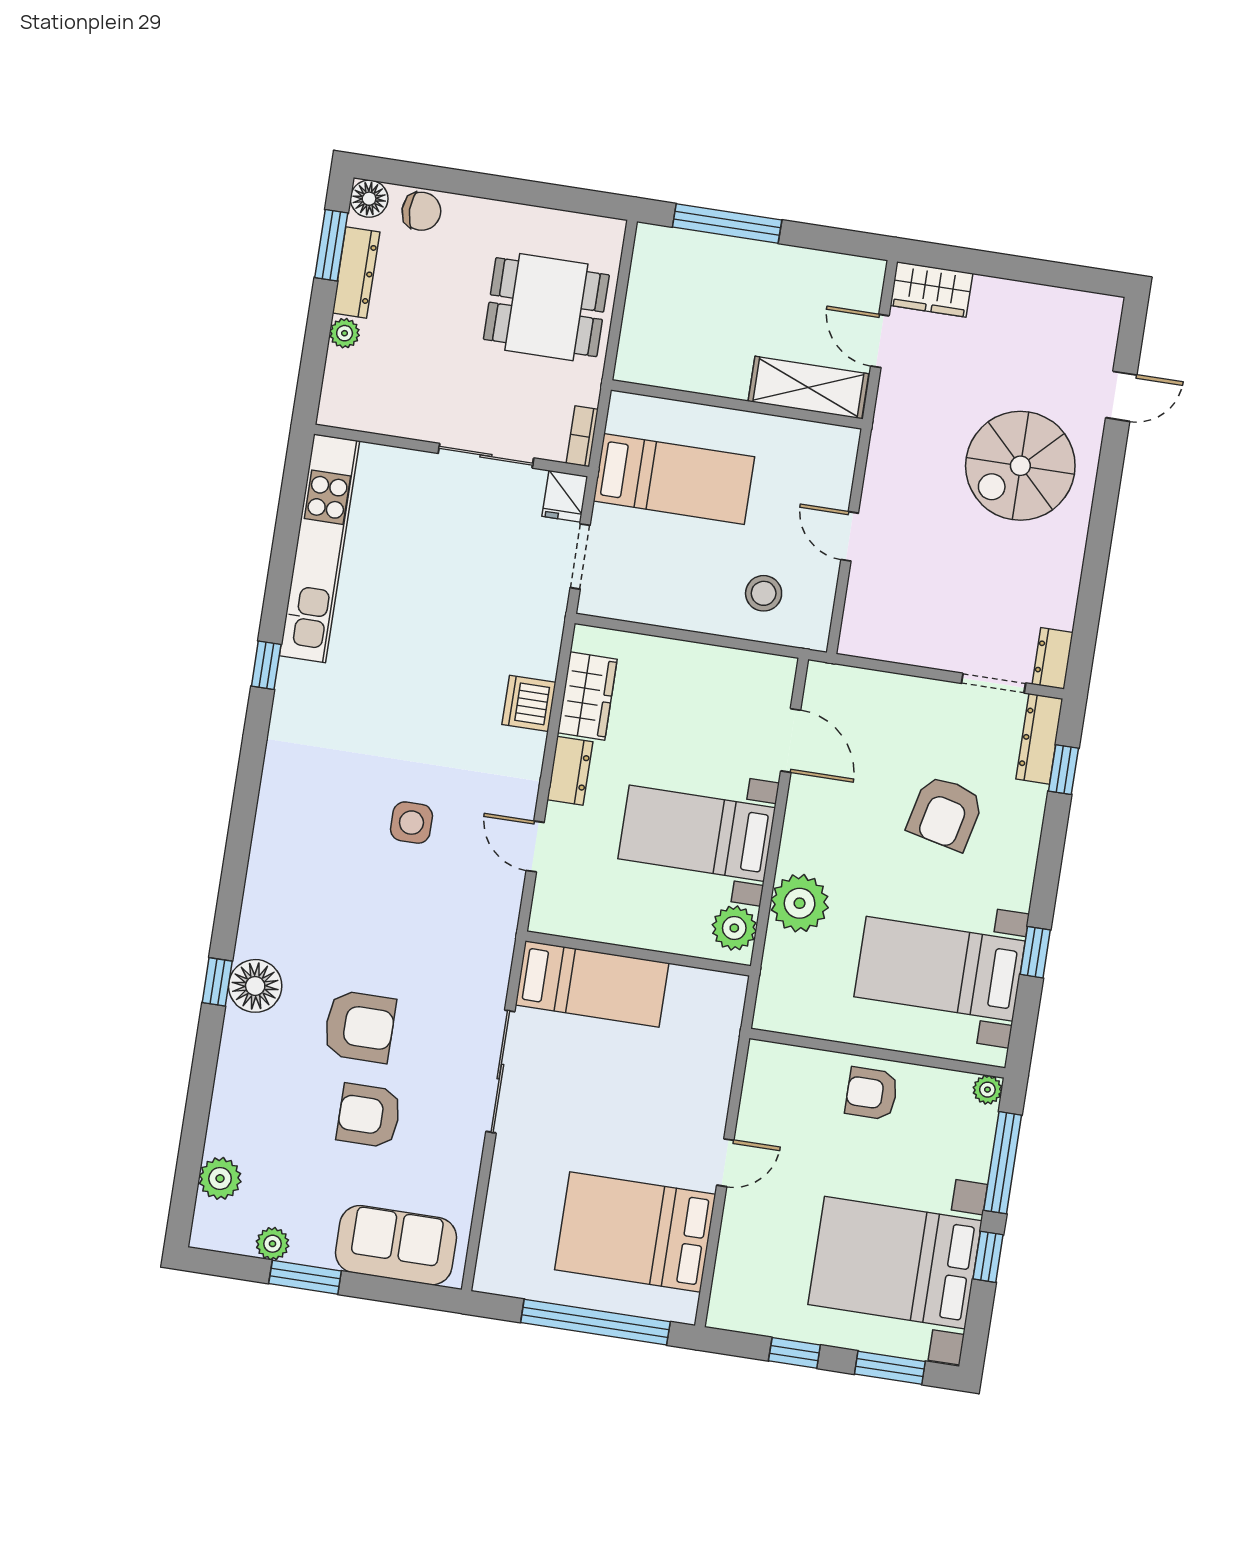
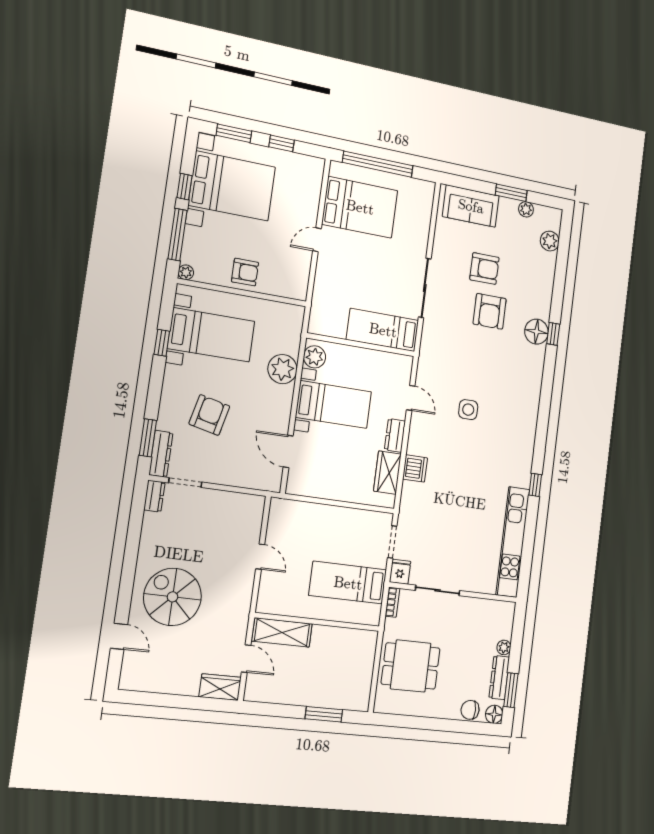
window: (727, 223) -> (324, 714), width x0.69
door: (1121, 396) -> (119, 636), swing flipped
spiral stairs: (1020, 466) -> (172, 597), turned -90
stool: (764, 593) -> (303, 526), removed
window: (1064, 770) -> (148, 438), width x1.50
armchair: (359, 1027) -> (490, 311), turned -90

